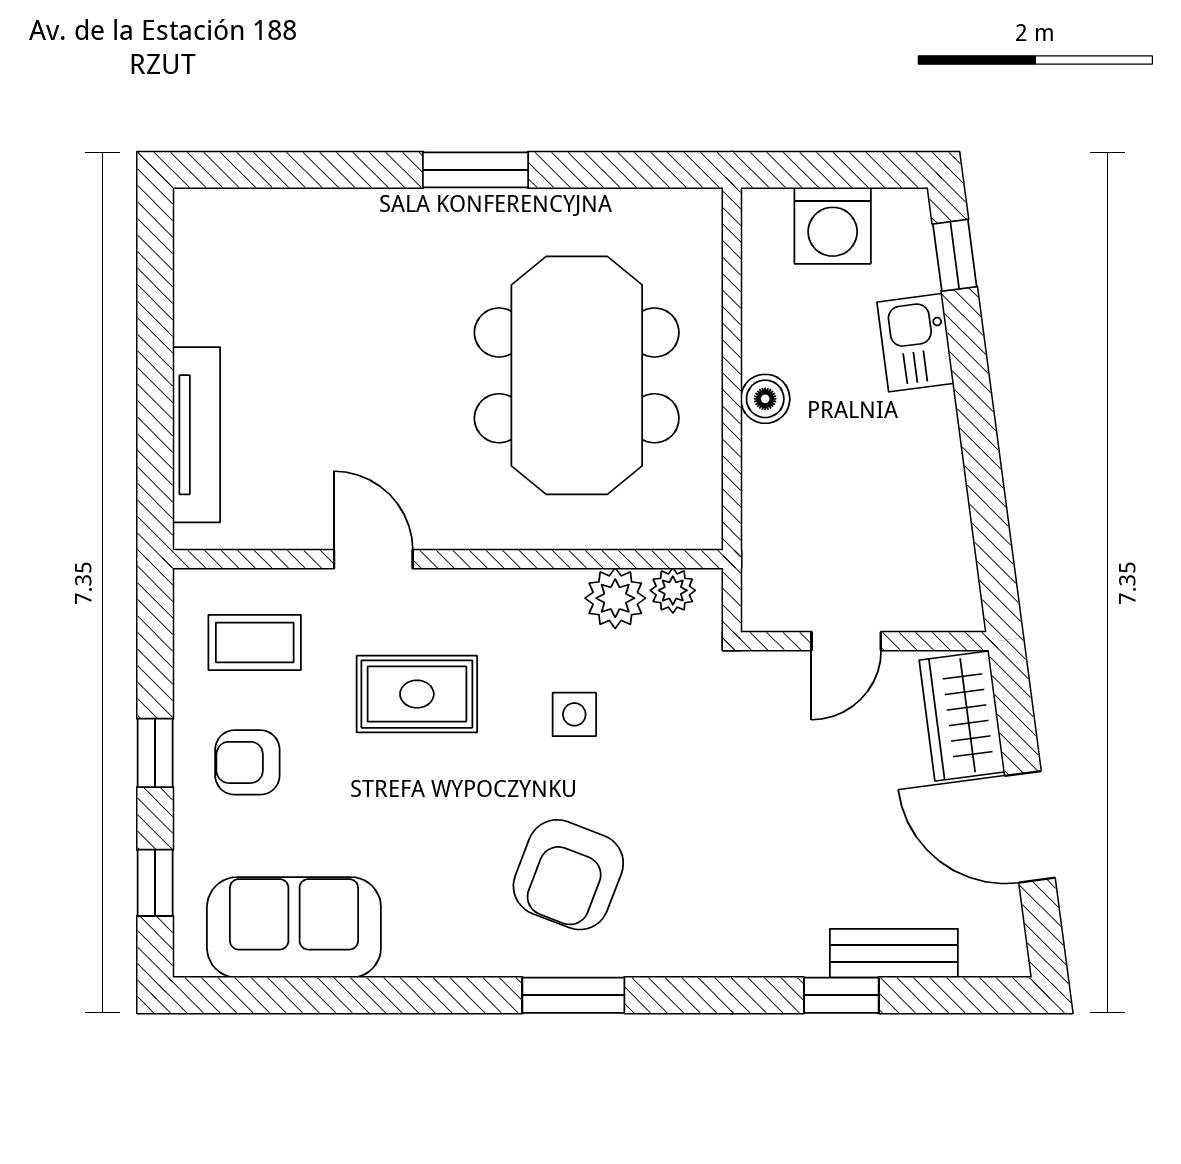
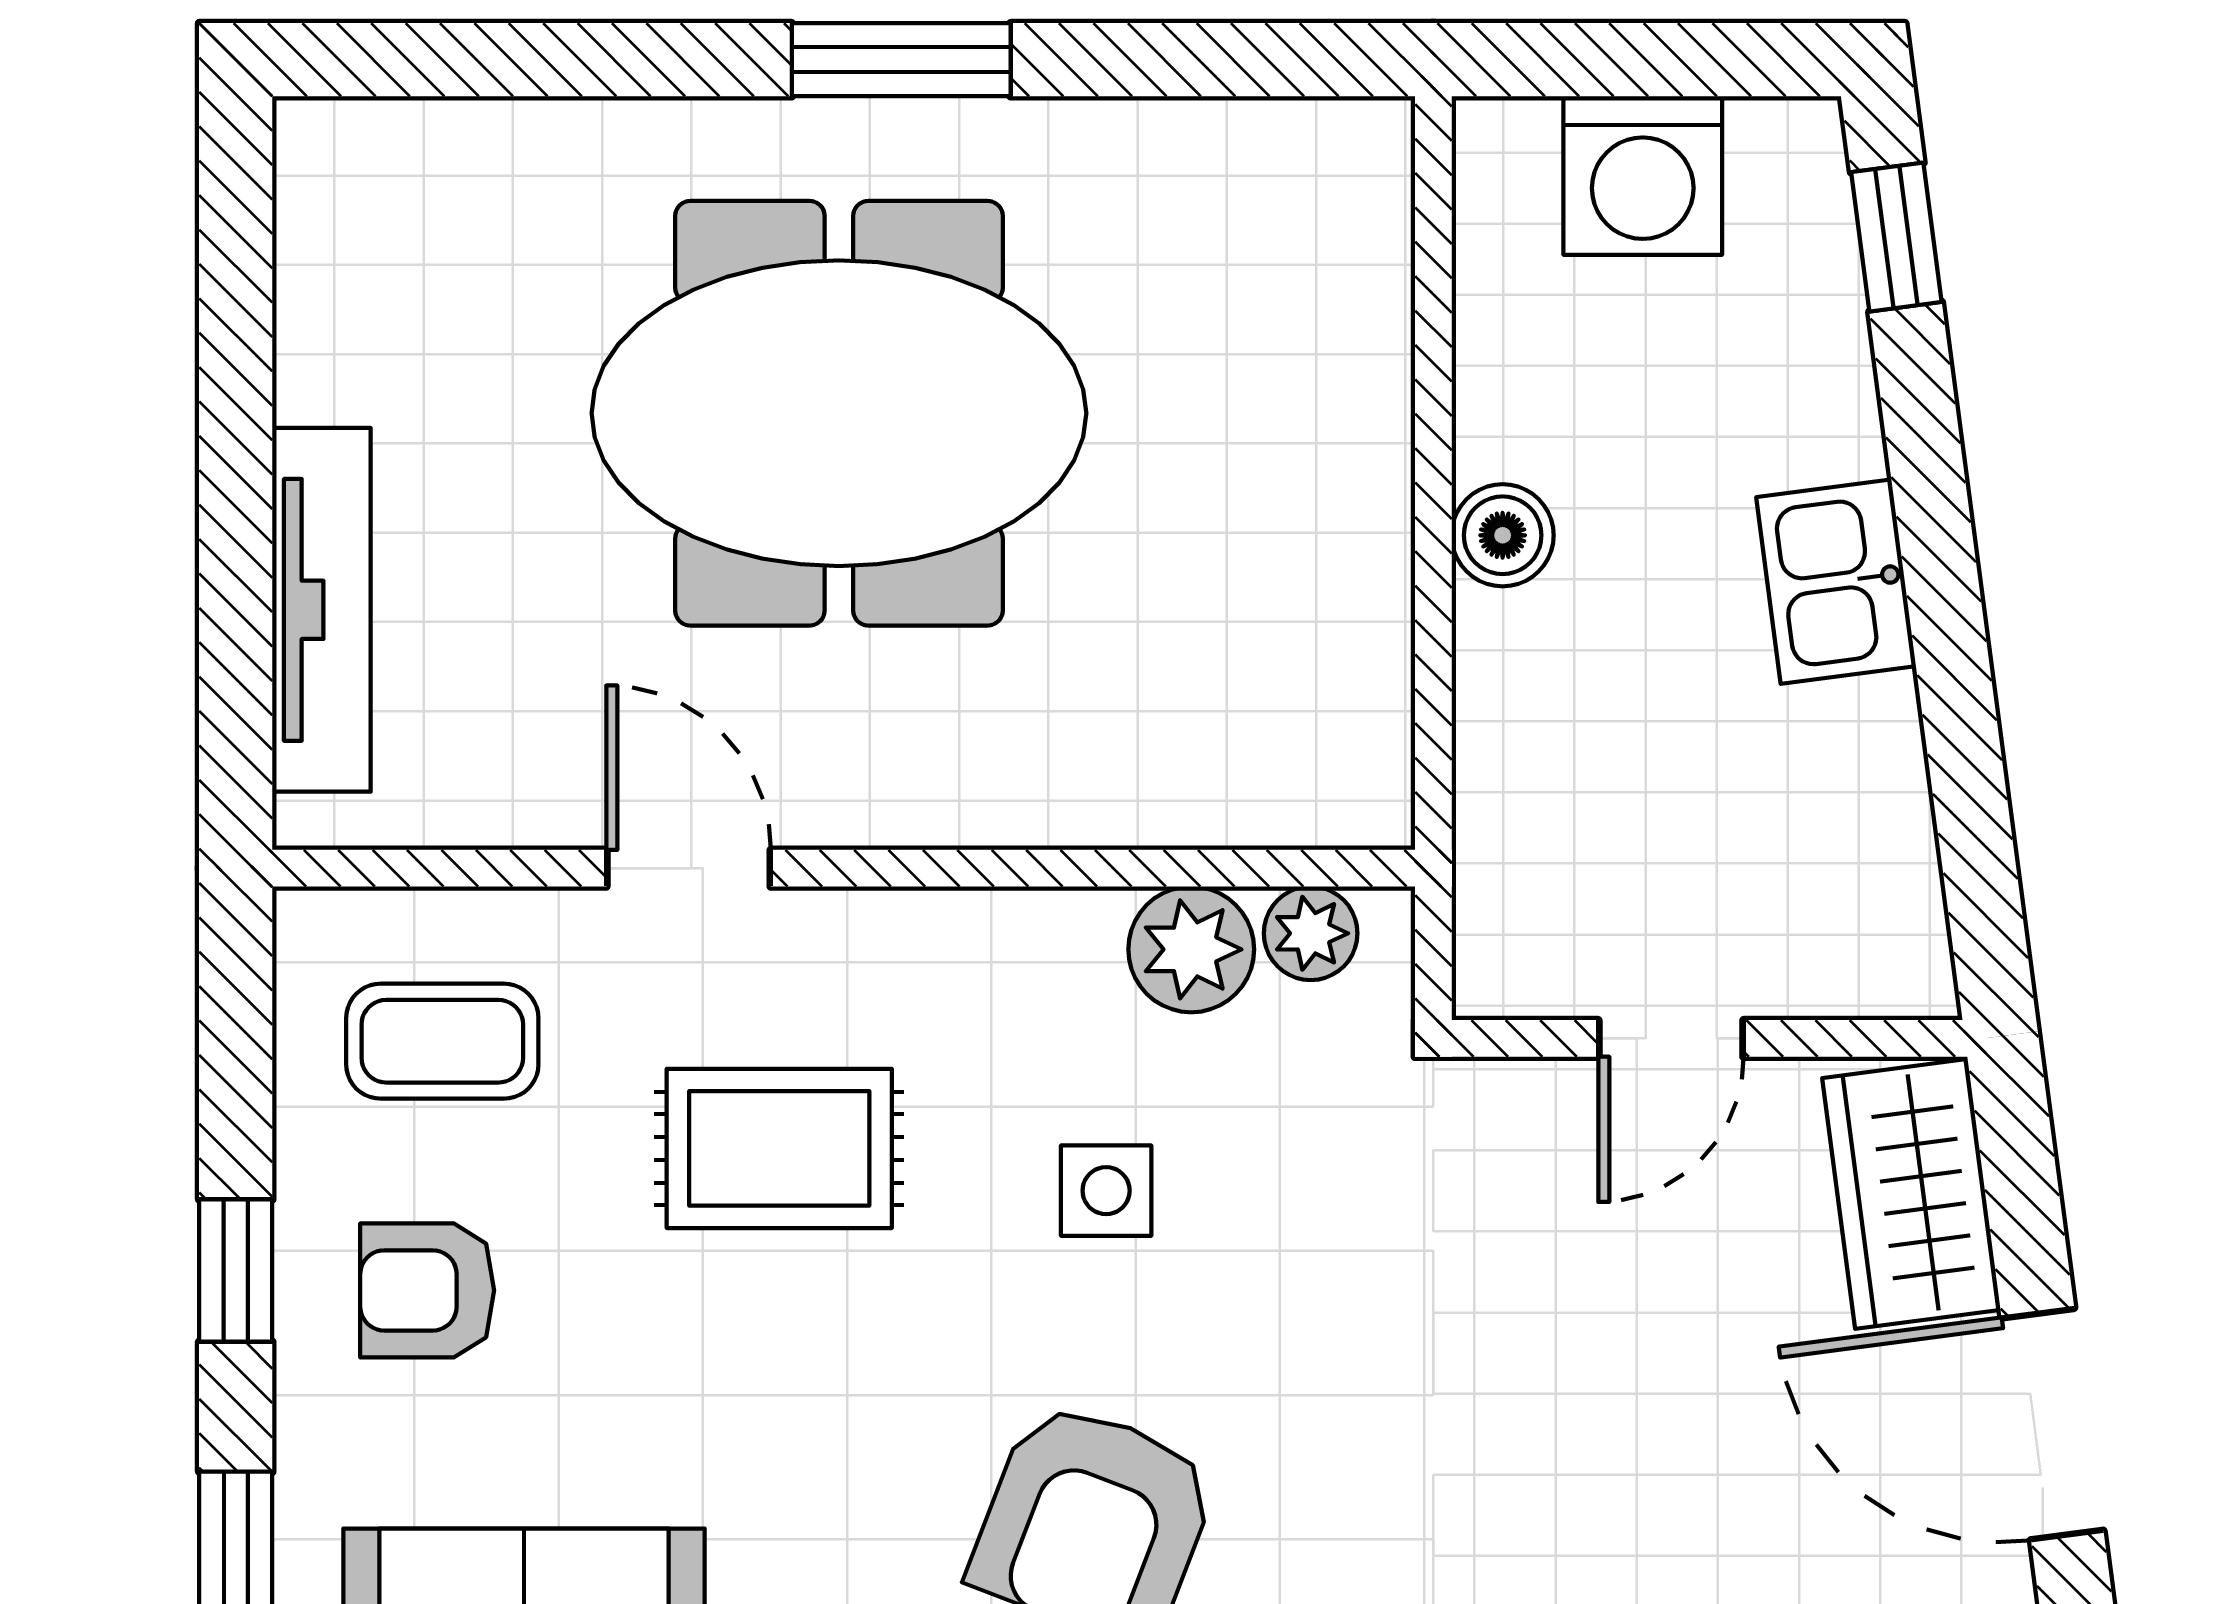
kitchen sink: (915, 343) -> (1836, 582), moved
meeting table: (577, 375) -> (839, 413), moved, turned 90

